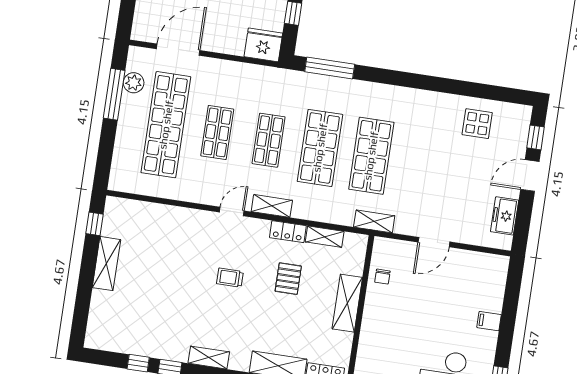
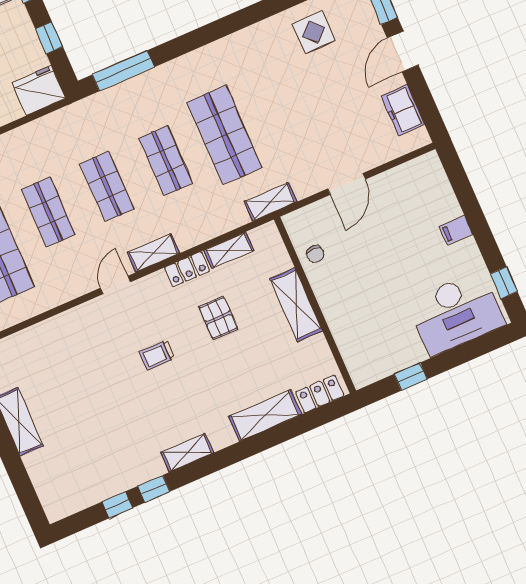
shop shelf: (320, 148) -> (166, 161), width x0.70, depth x0.74

